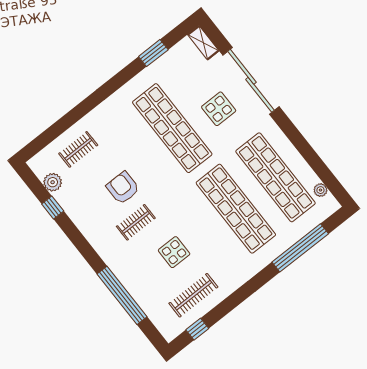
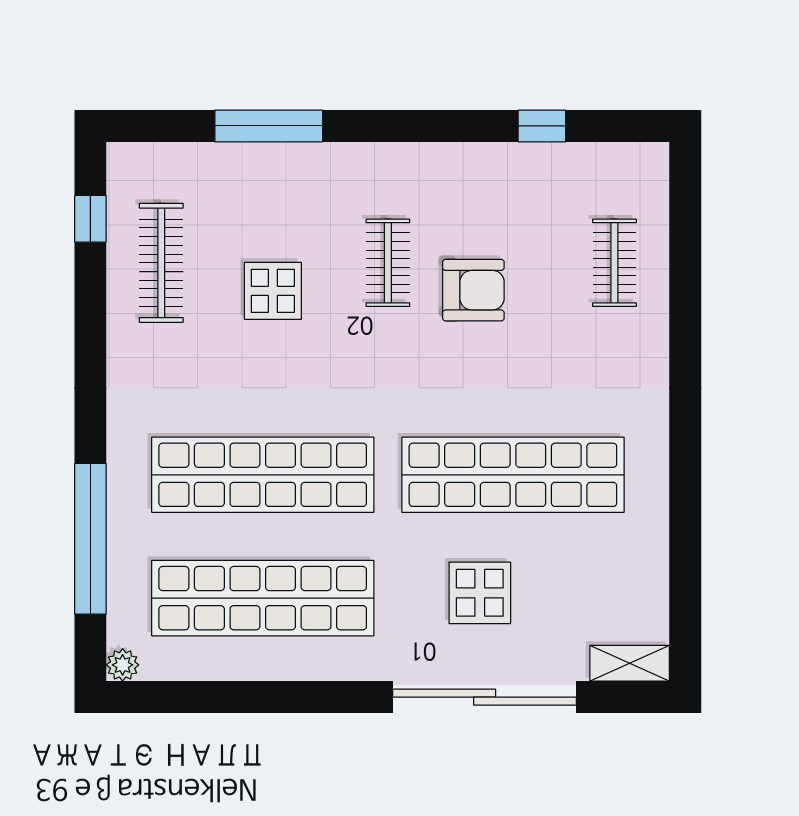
window: (153, 53) -> (685, 552), removed
plant: (53, 182) -> (590, 164), removed
plant: (320, 190) -> (123, 665), moved
window: (122, 295) -> (269, 126), width x0.68

